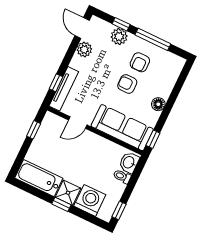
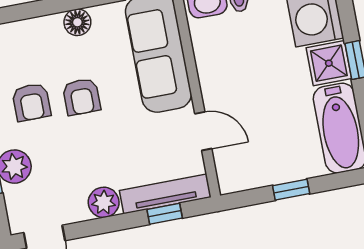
plant: (84, 49) -> (104, 202), moved
armchair: (140, 62) -> (31, 102), turned 90
window: (34, 130) -> (291, 190), moved

